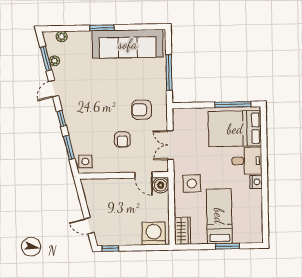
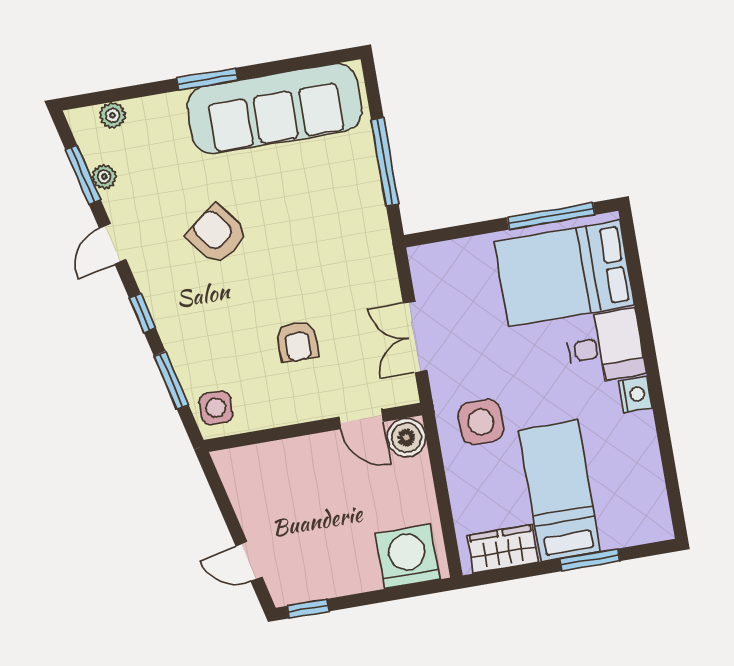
armchair: (142, 110) -> (217, 234), moved, turned 53
wardrobe: (182, 231) -> (503, 549), moved, turned -90

